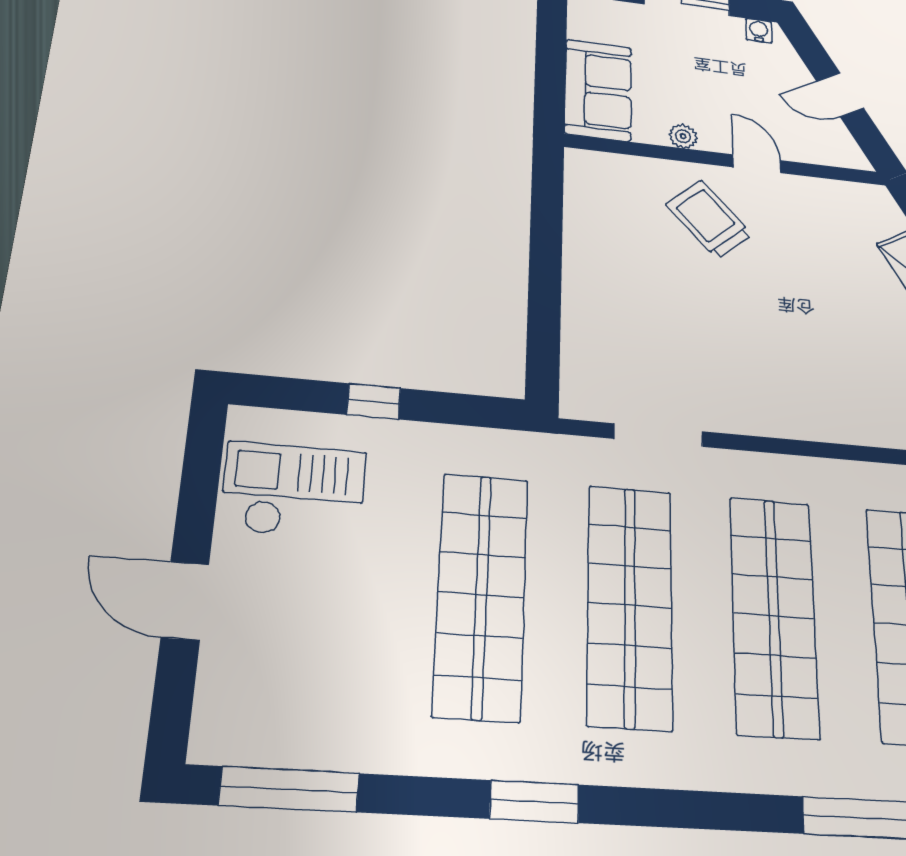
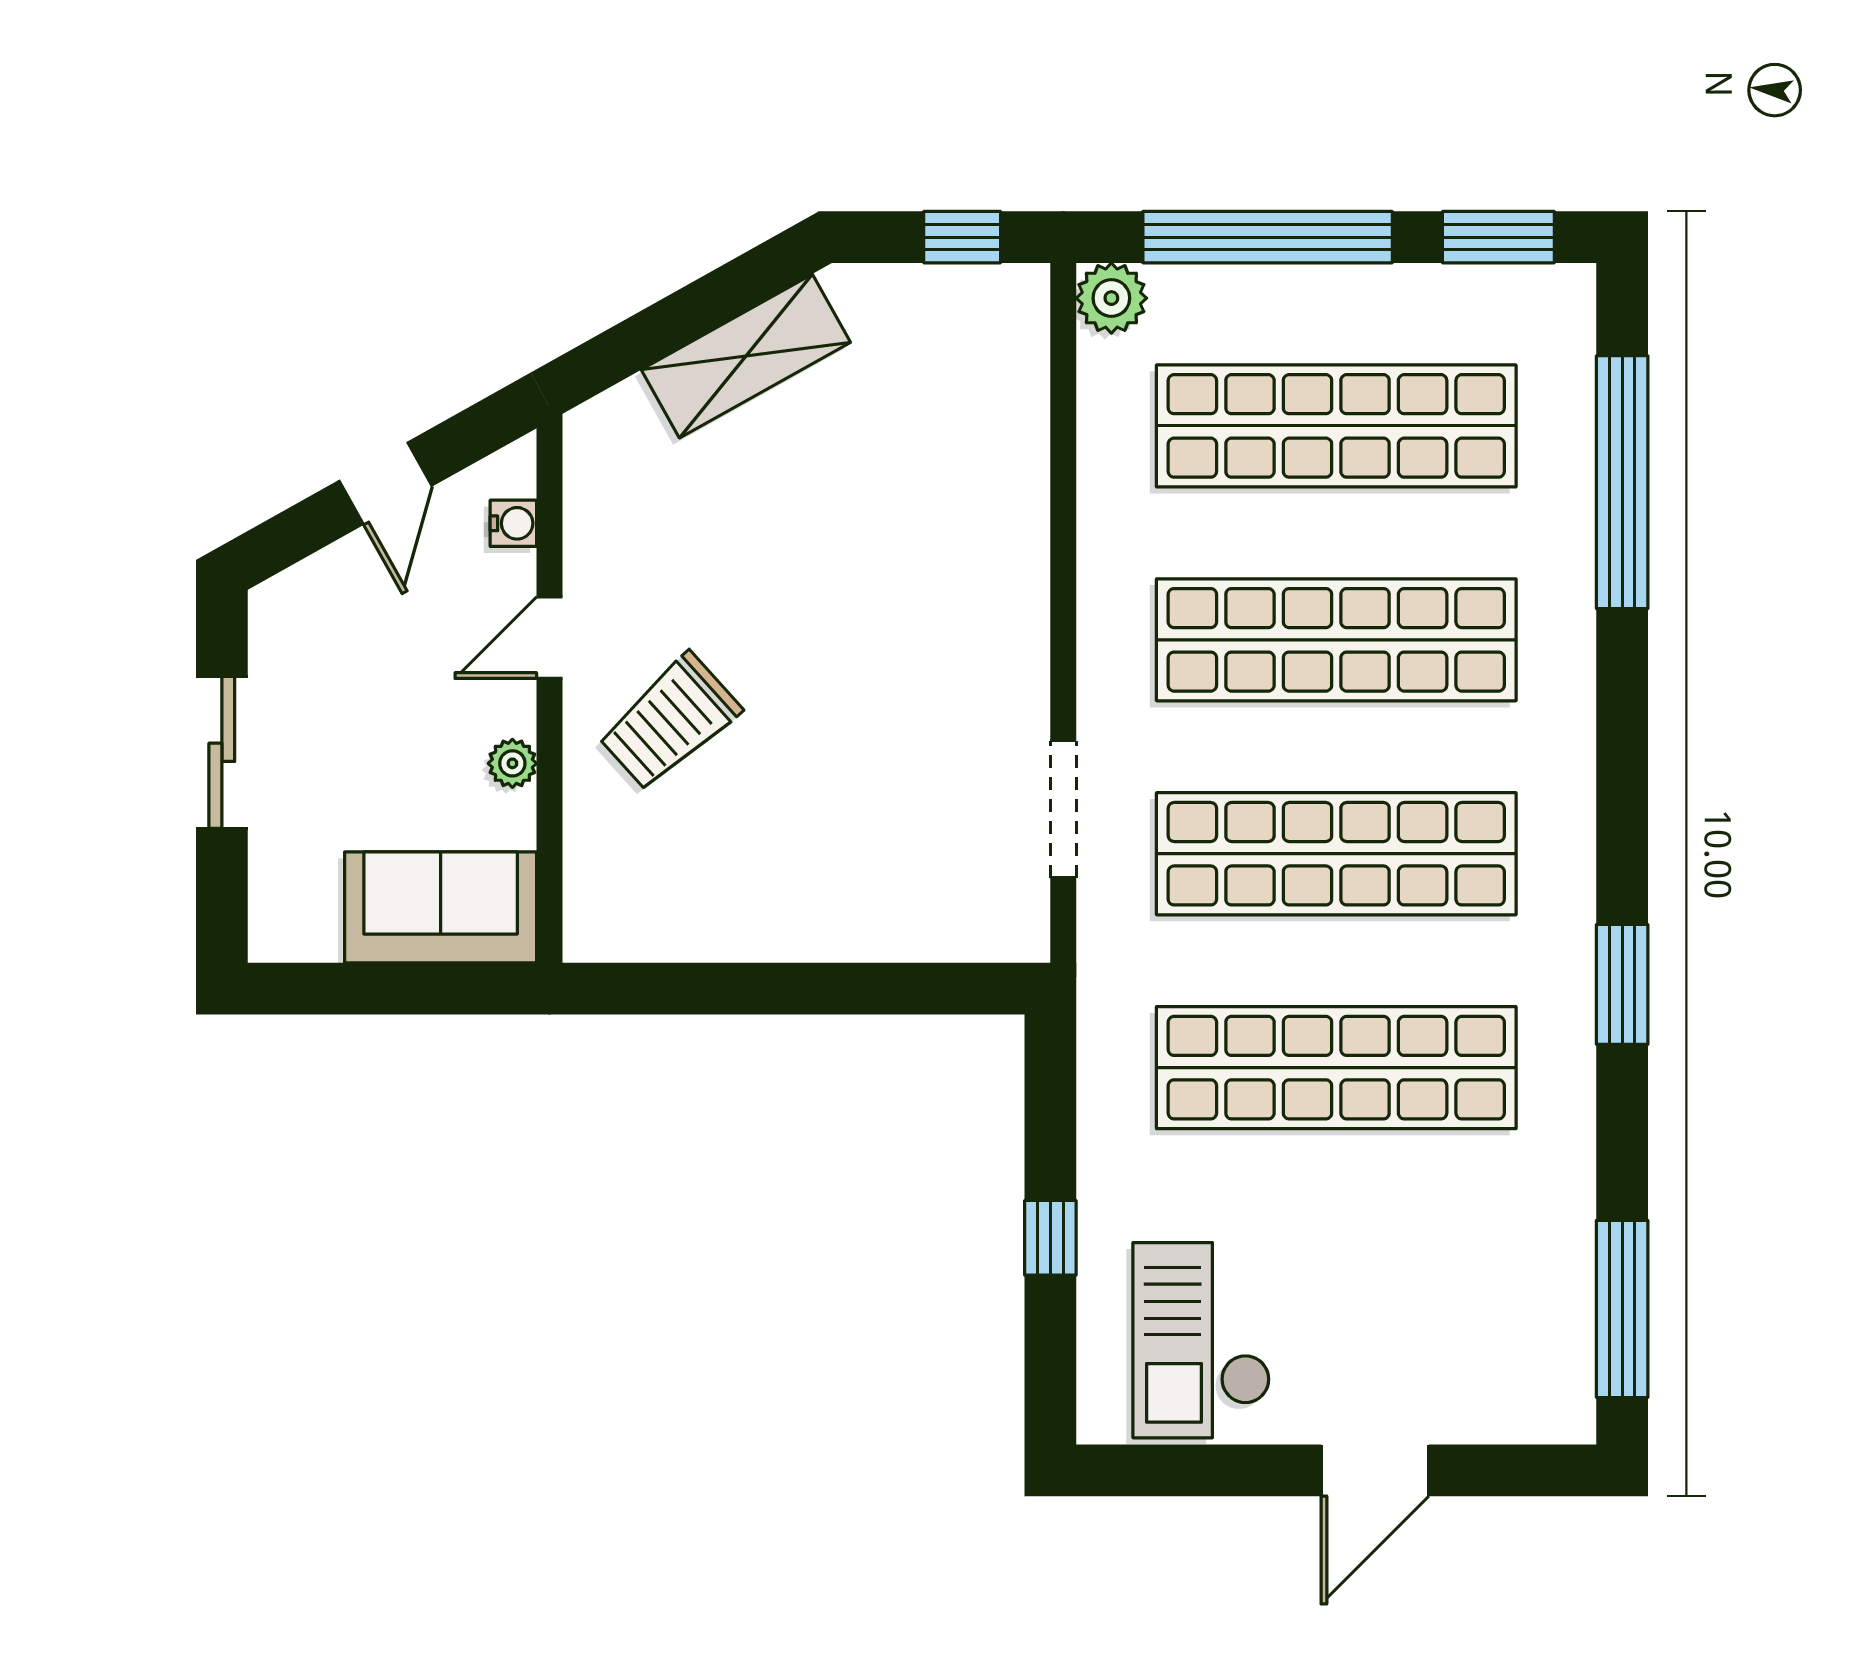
water cooler: (759, 31) -> (513, 523), moved, turned 180

